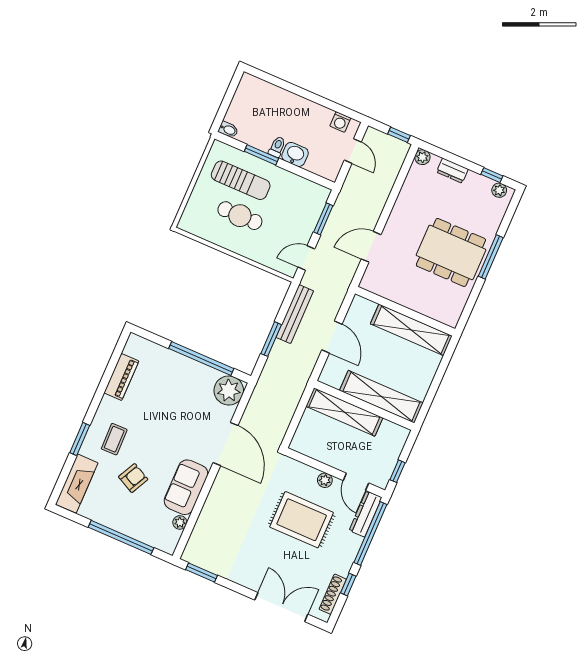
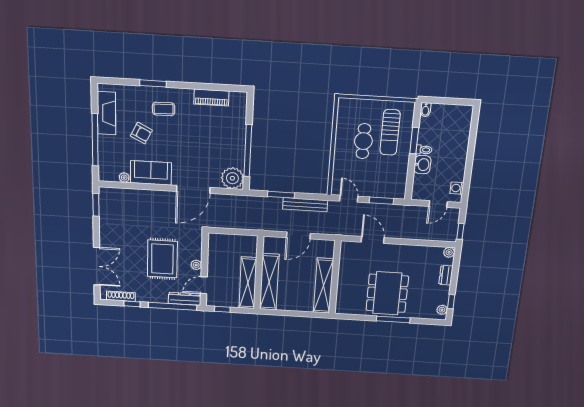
shelving: (344, 412) -> (248, 283), moved
fireplace: (77, 484) -> (106, 113), moved, turned -90

